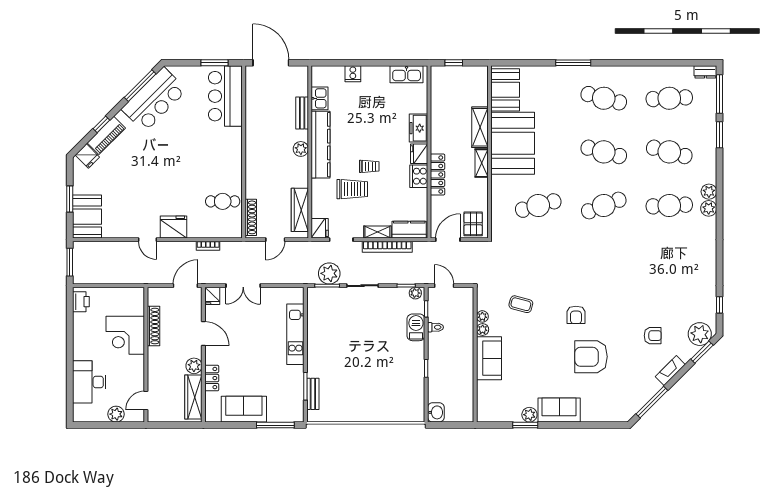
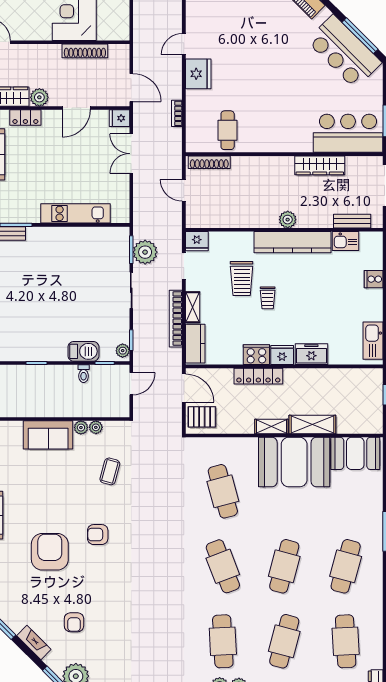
bench: (302, 113) -> (352, 221), moved
wardrobe: (300, 210) -> (320, 165), moved, turned 180

